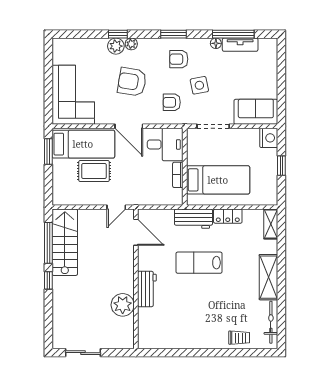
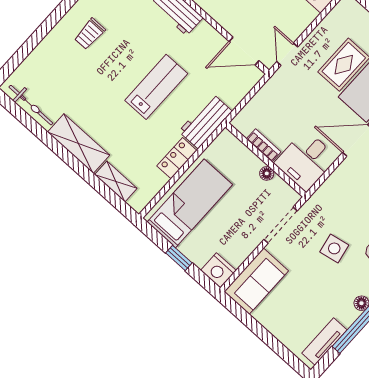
tv unit: (240, 45) -> (324, 341), moved
armchair: (172, 102) -> (342, 205), removed
floor lamp: (192, 159) -> (267, 173), added
bed: (218, 180) -> (190, 203), moved, turned 180
shelving: (271, 224) -> (116, 182), moved
trolley: (239, 338) -> (90, 34), moved

